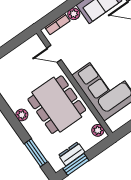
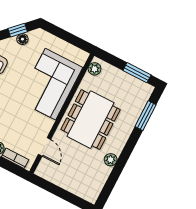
plant: (22, 115) -> (111, 160), moved
dresser: (72, 154) -> (129, 82), removed

